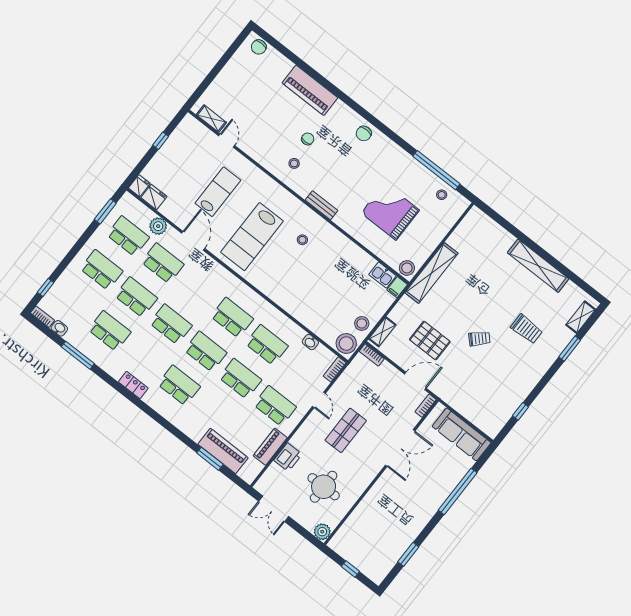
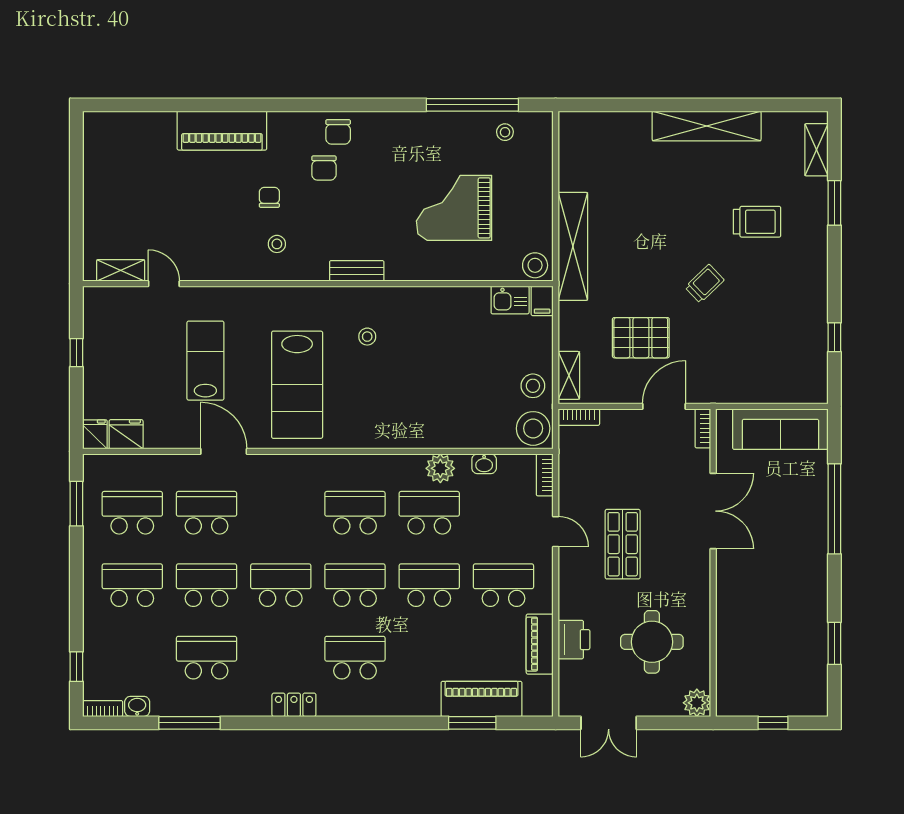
chair: (259, 47) -> (324, 168), moved
plant: (158, 226) -> (440, 468), moved

